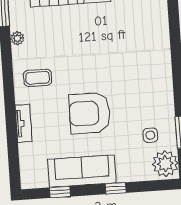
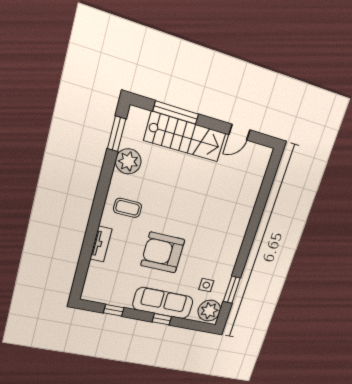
plant: (17, 38) -> (128, 161), width x1.87, depth x1.87
sofa: (82, 171) -> (163, 303), moved

